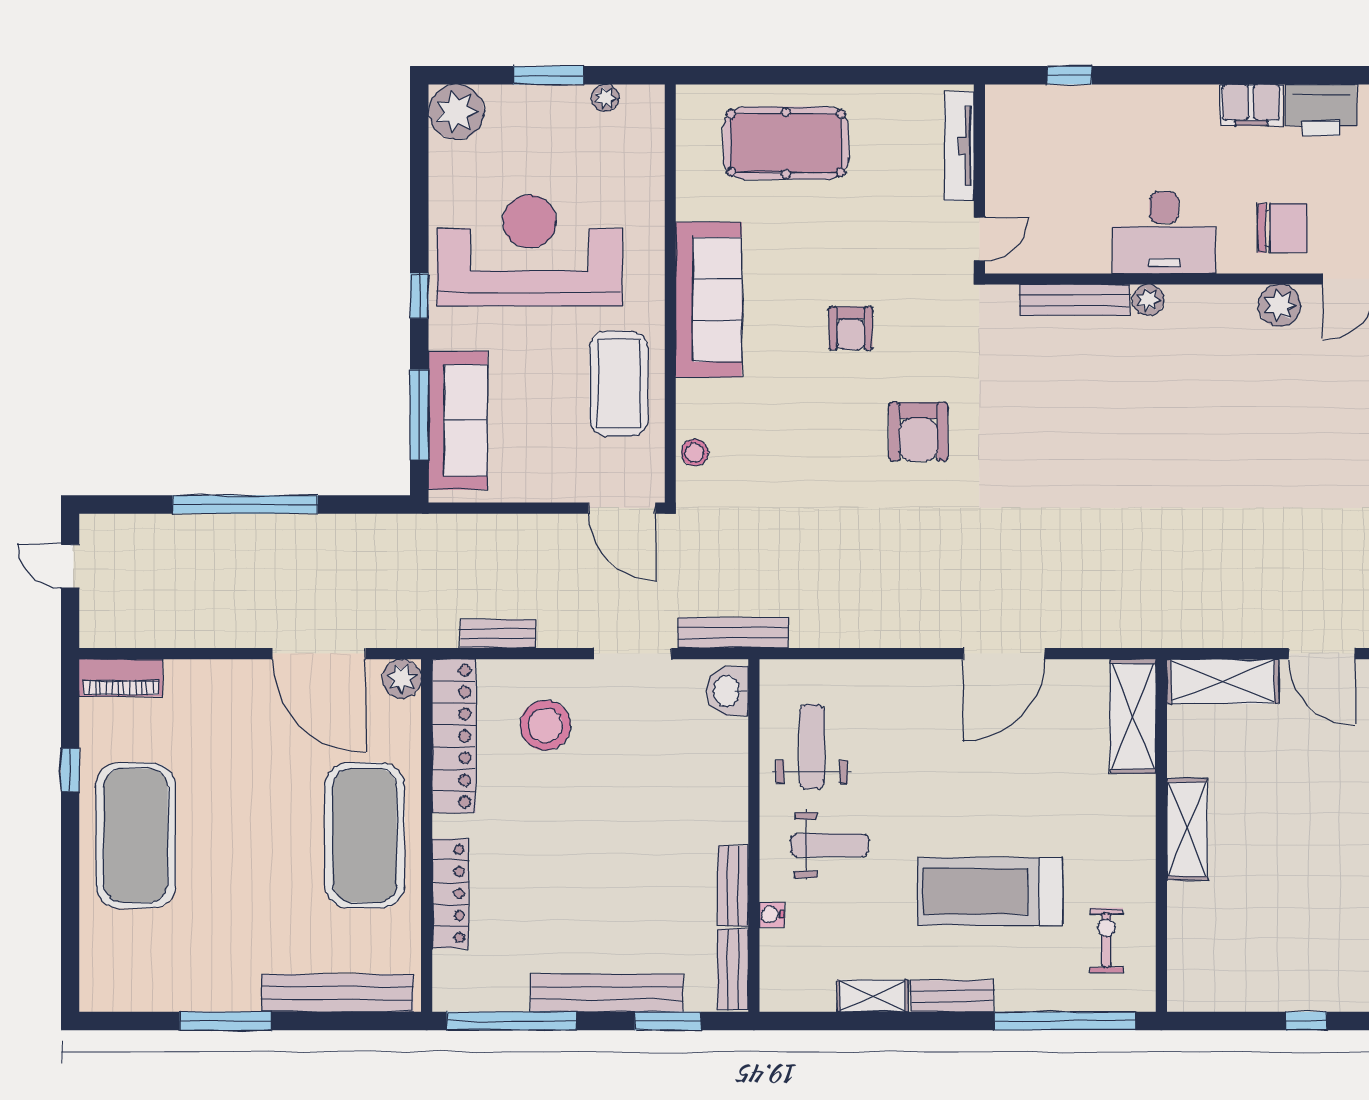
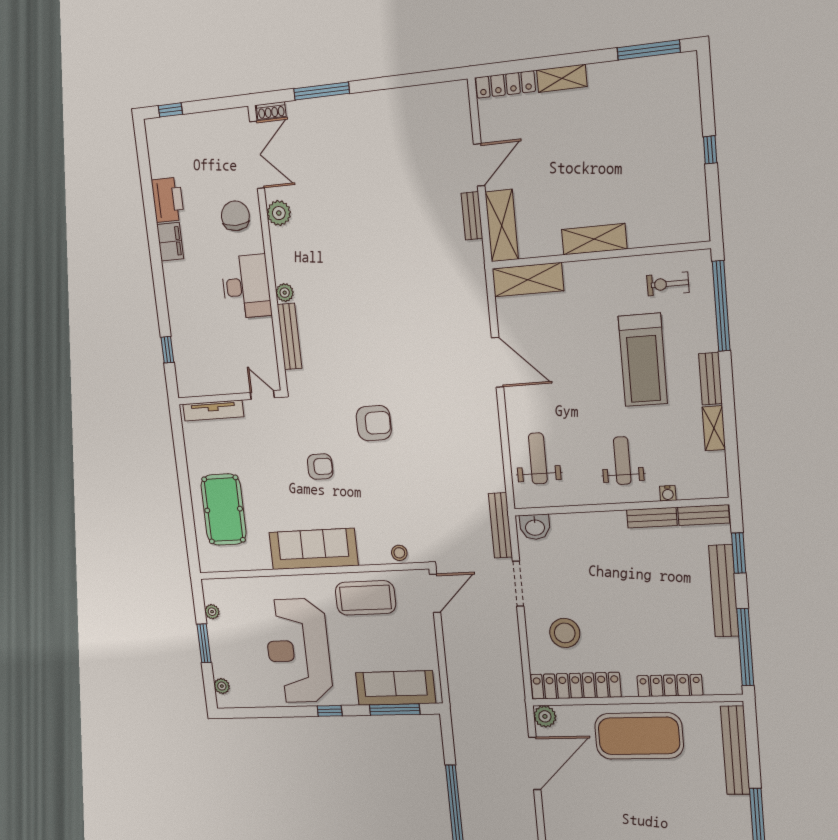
plant: (457, 112) -> (222, 686), width x0.53, depth x0.53
bench: (498, 634) -> (472, 216), moved
weight bench: (812, 747) -> (538, 458), moved, turned 90

